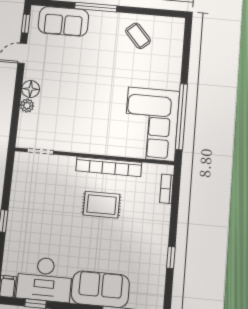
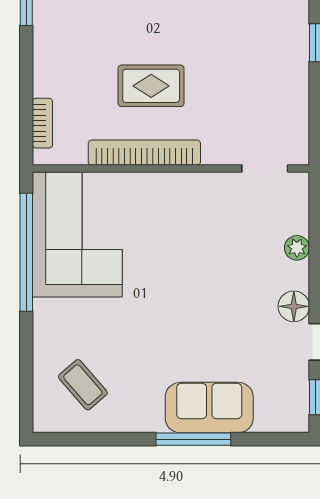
sofa: (63, 21) -> (209, 408), moved
coffee table: (138, 36) -> (83, 385), moved
floor lamp: (31, 89) -> (294, 306), moved

